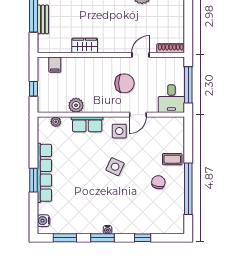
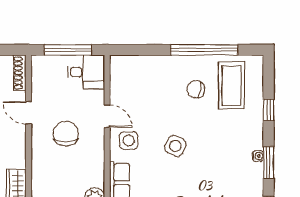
coffee table: (172, 159) -> (232, 86), moved, width x1.86, depth x1.72

